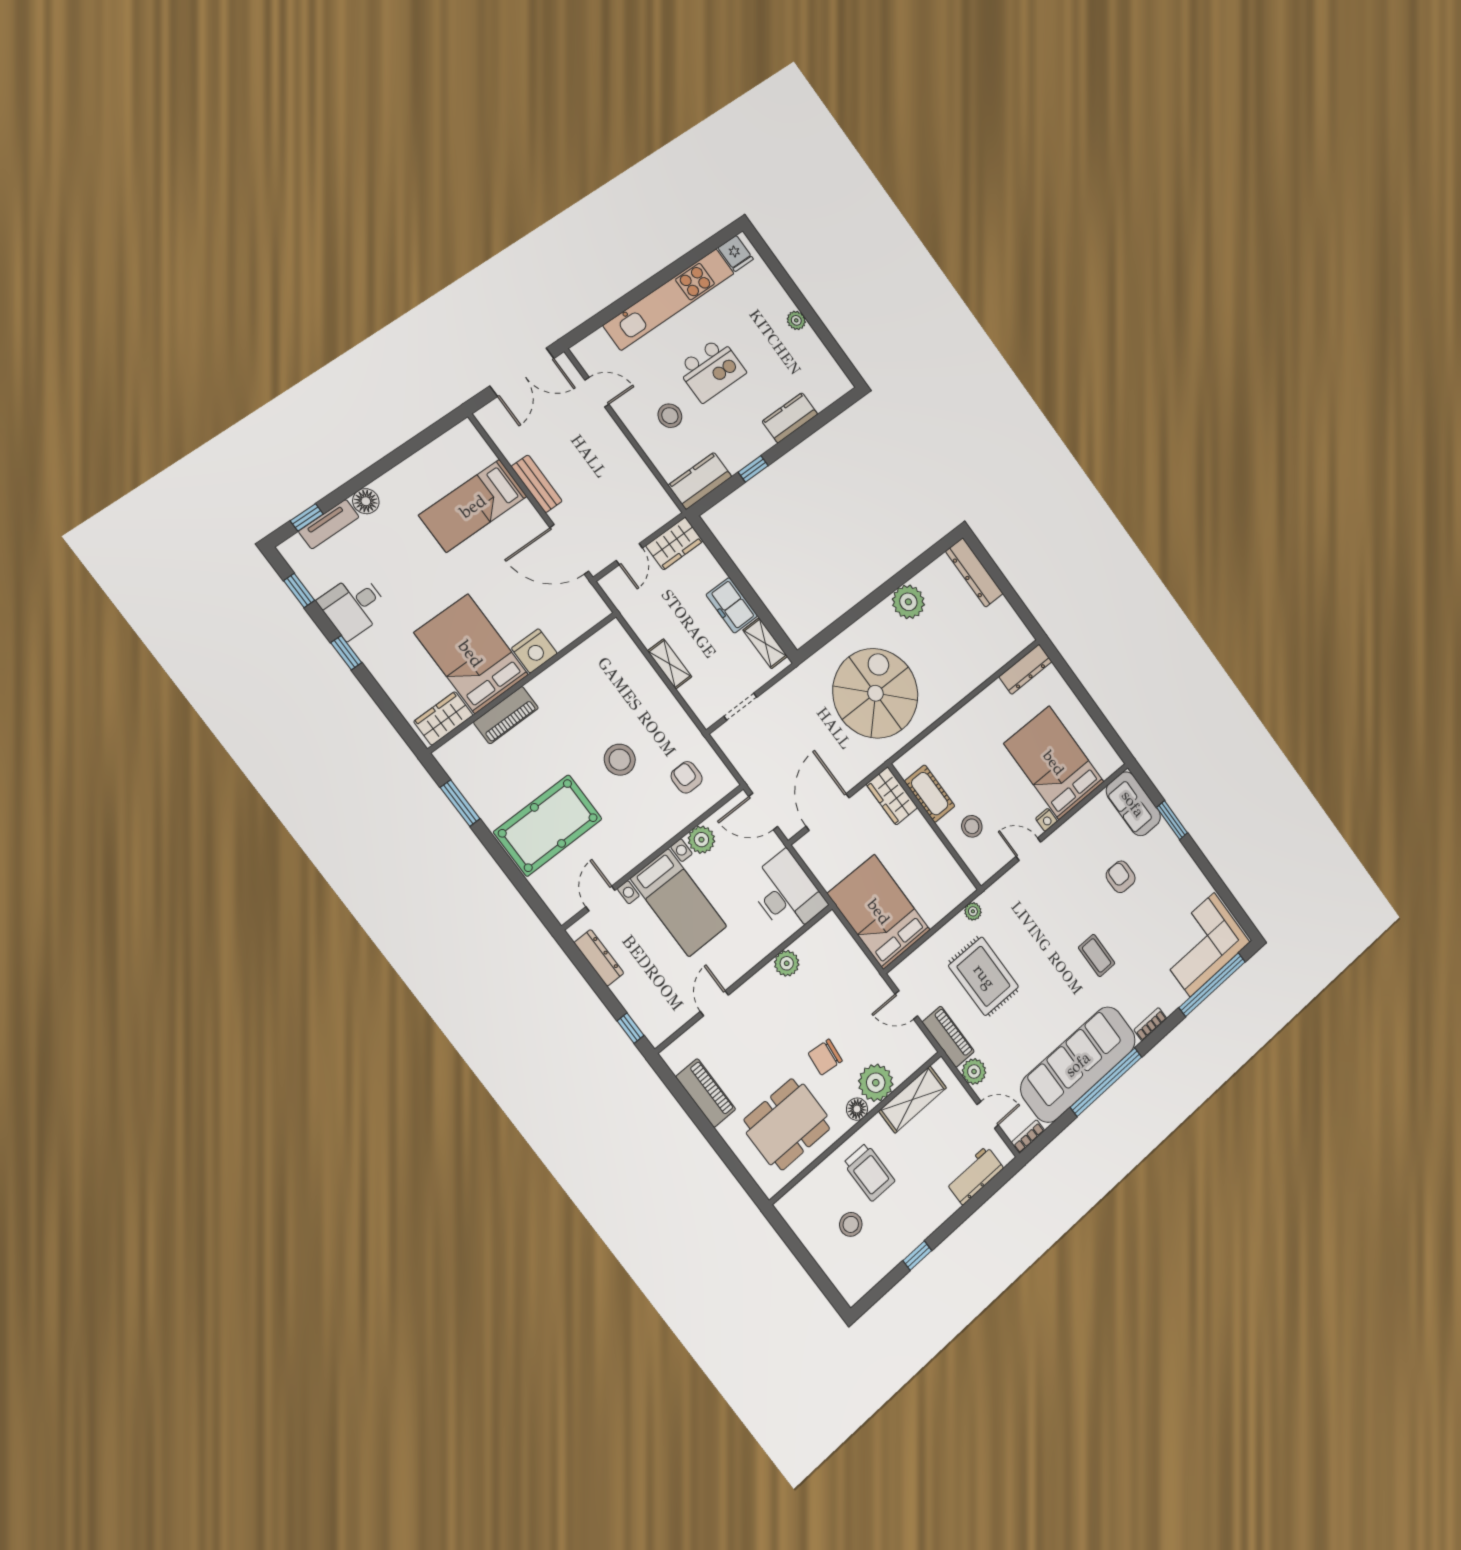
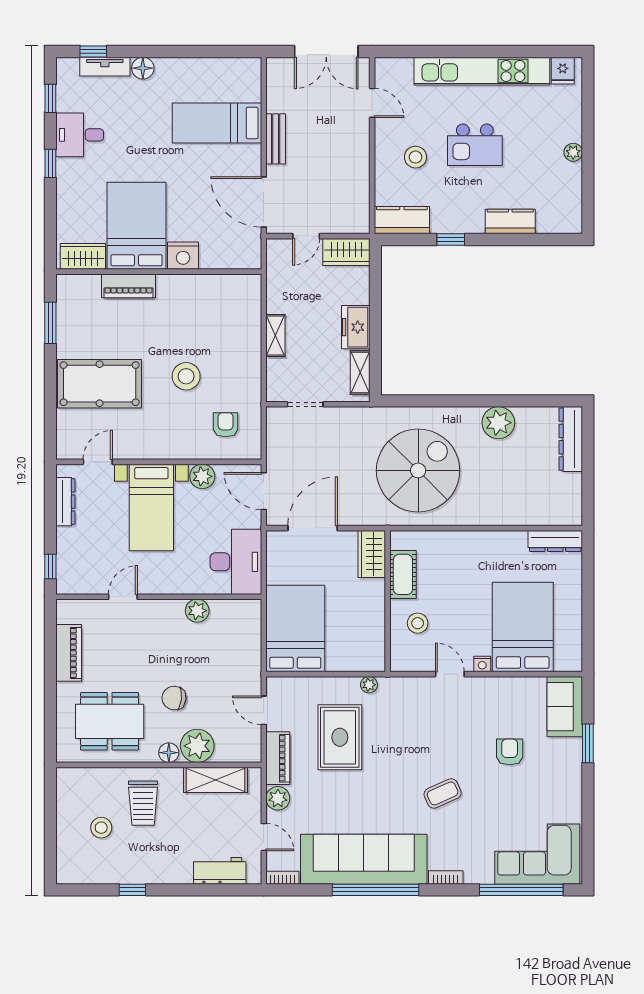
coffee table: (1097, 955) -> (443, 793), turned 66

